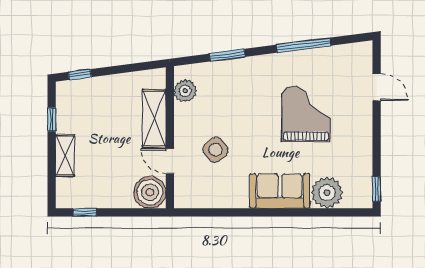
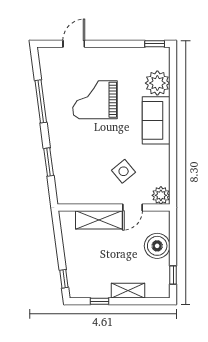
plant: (185, 91) -> (161, 195), moved
boiler: (150, 192) -> (157, 246), moved

